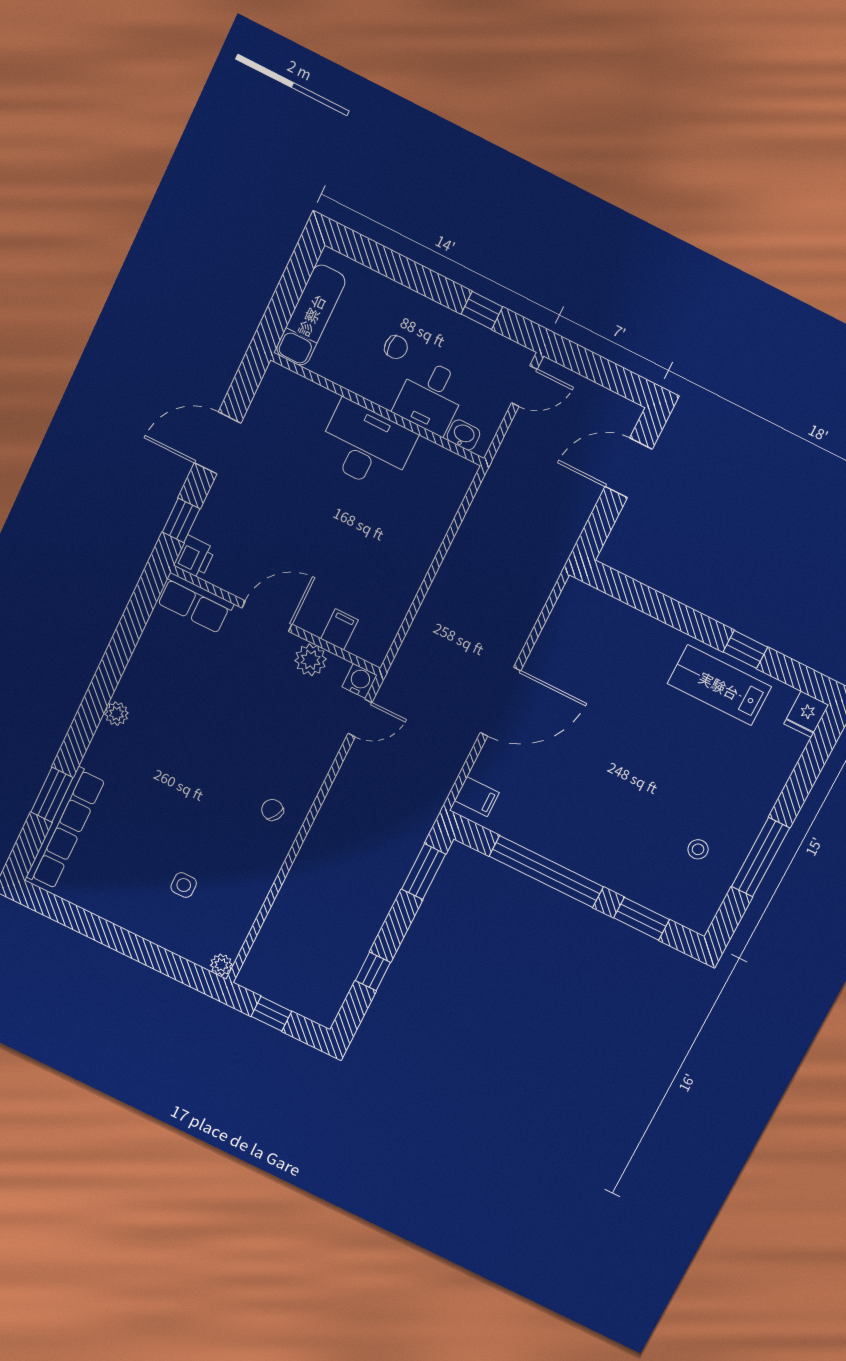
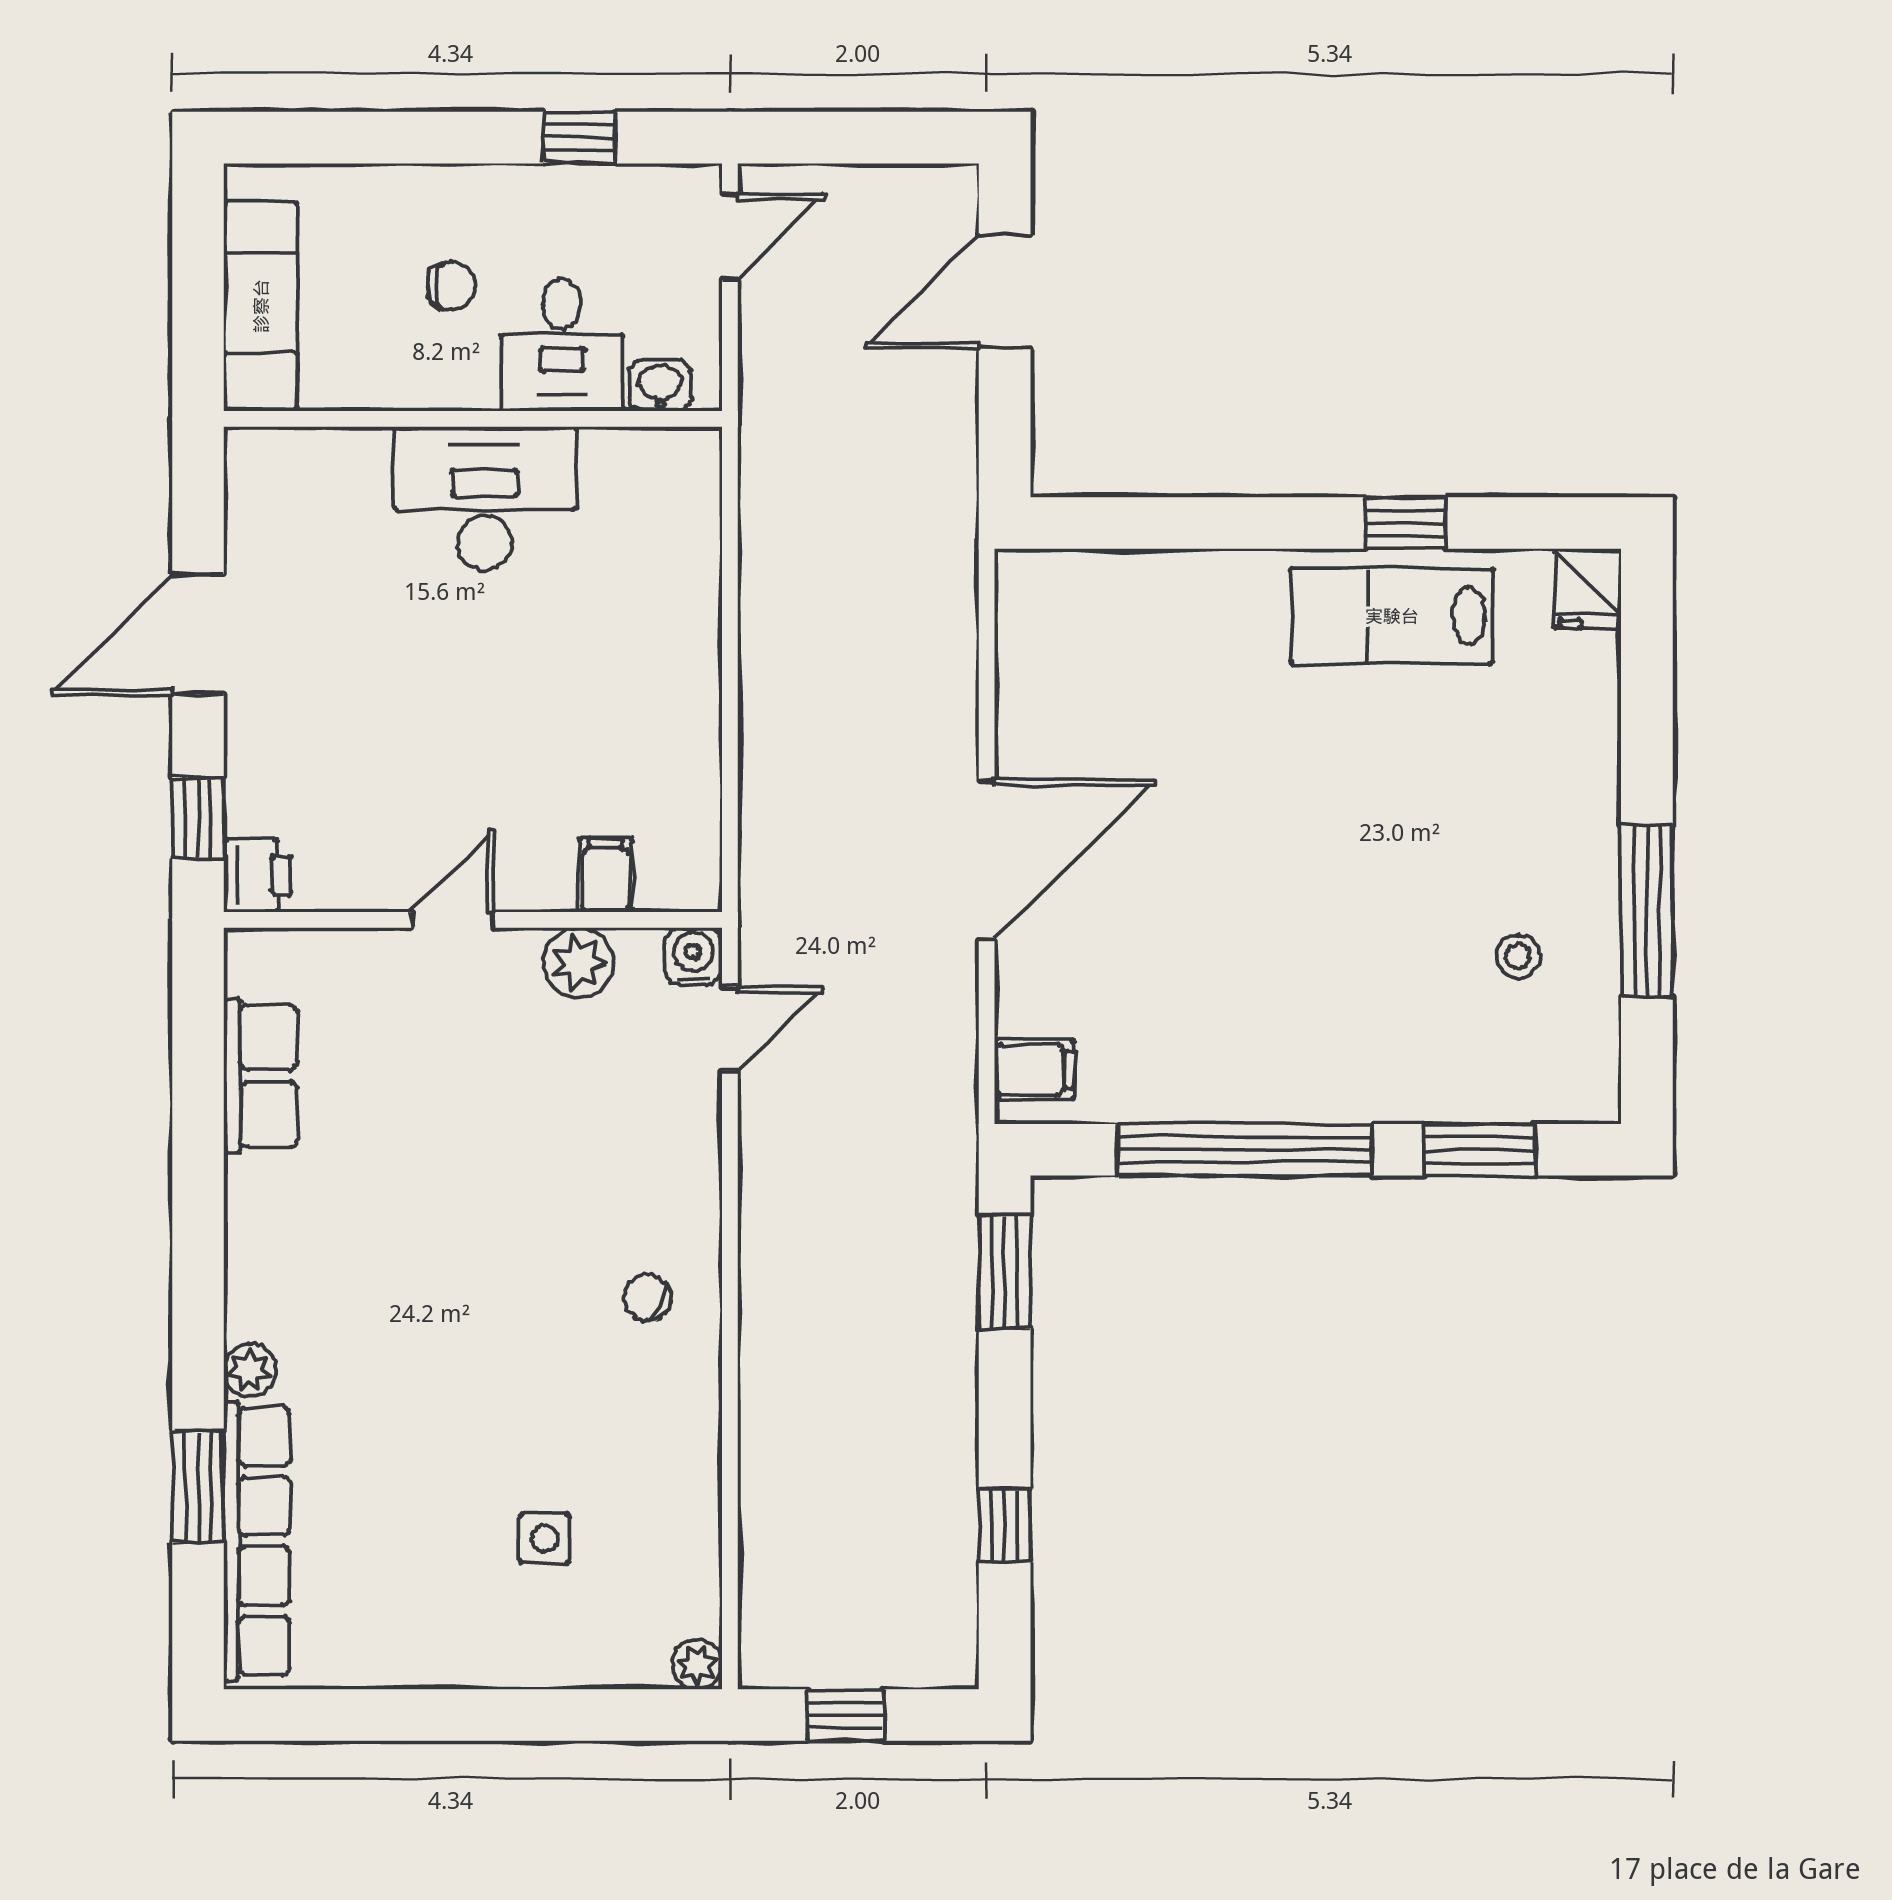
row of seats: (195, 603) -> (261, 1076), moved, turned -90
door: (267, 616) -> (452, 920), width x0.73
plant: (117, 714) -> (250, 1370), moved

